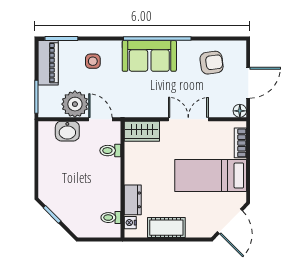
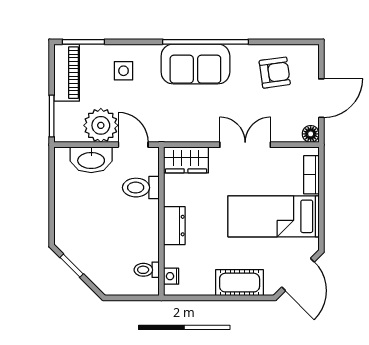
washbasin: (67, 131) -> (91, 160), width x1.38
toilet: (110, 151) -> (141, 188), width x1.37, depth x1.39
dresser: (133, 200) -> (174, 226), moved
cot: (166, 228) -> (240, 283), moved

